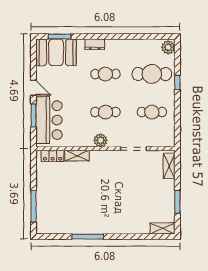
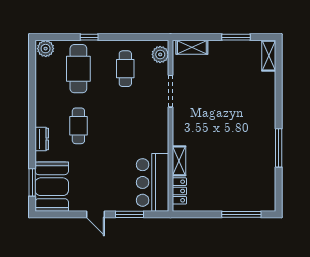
door: (34, 88) -> (95, 214), swing flipped
cafe table: (105, 112) -> (125, 126), removed
bar counter: (49, 120) -> (153, 182), moved, turned -90
plant: (101, 140) -> (160, 54), moved

